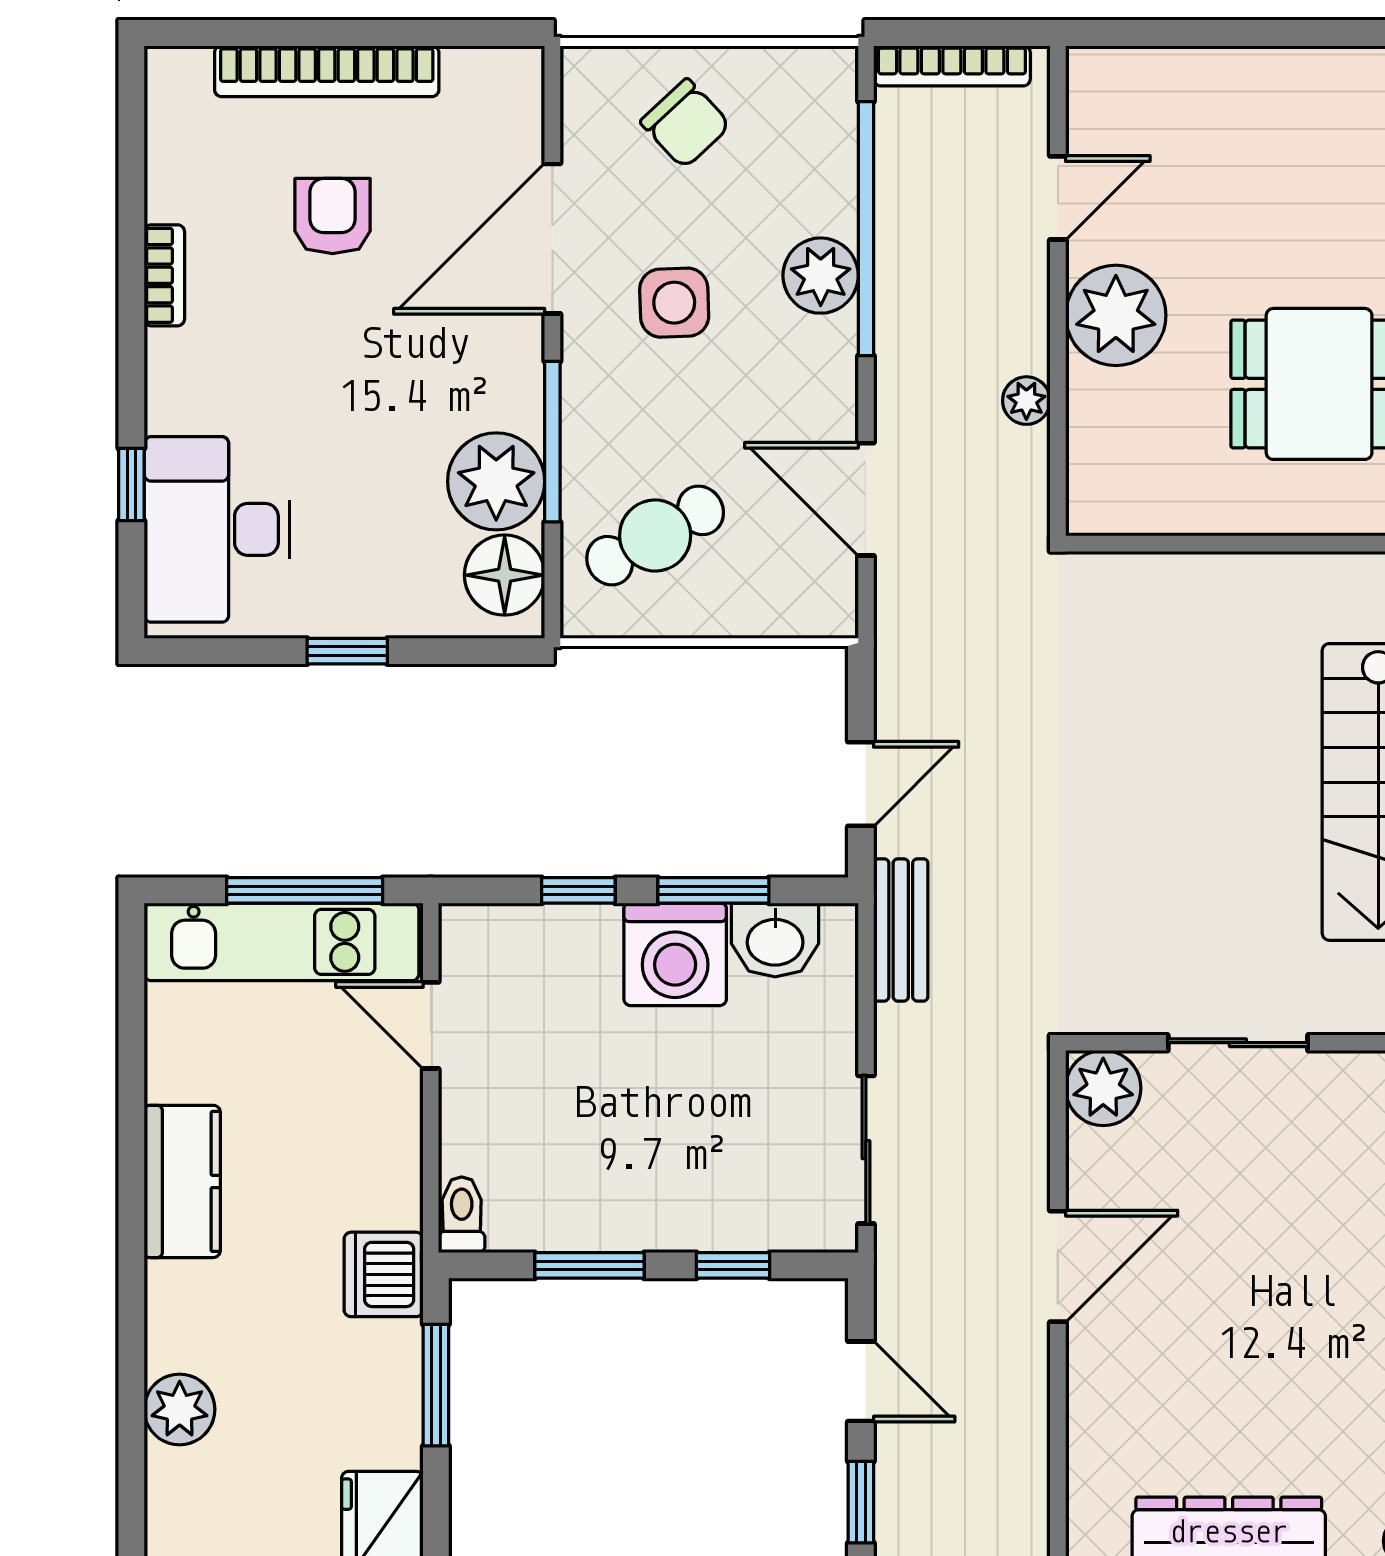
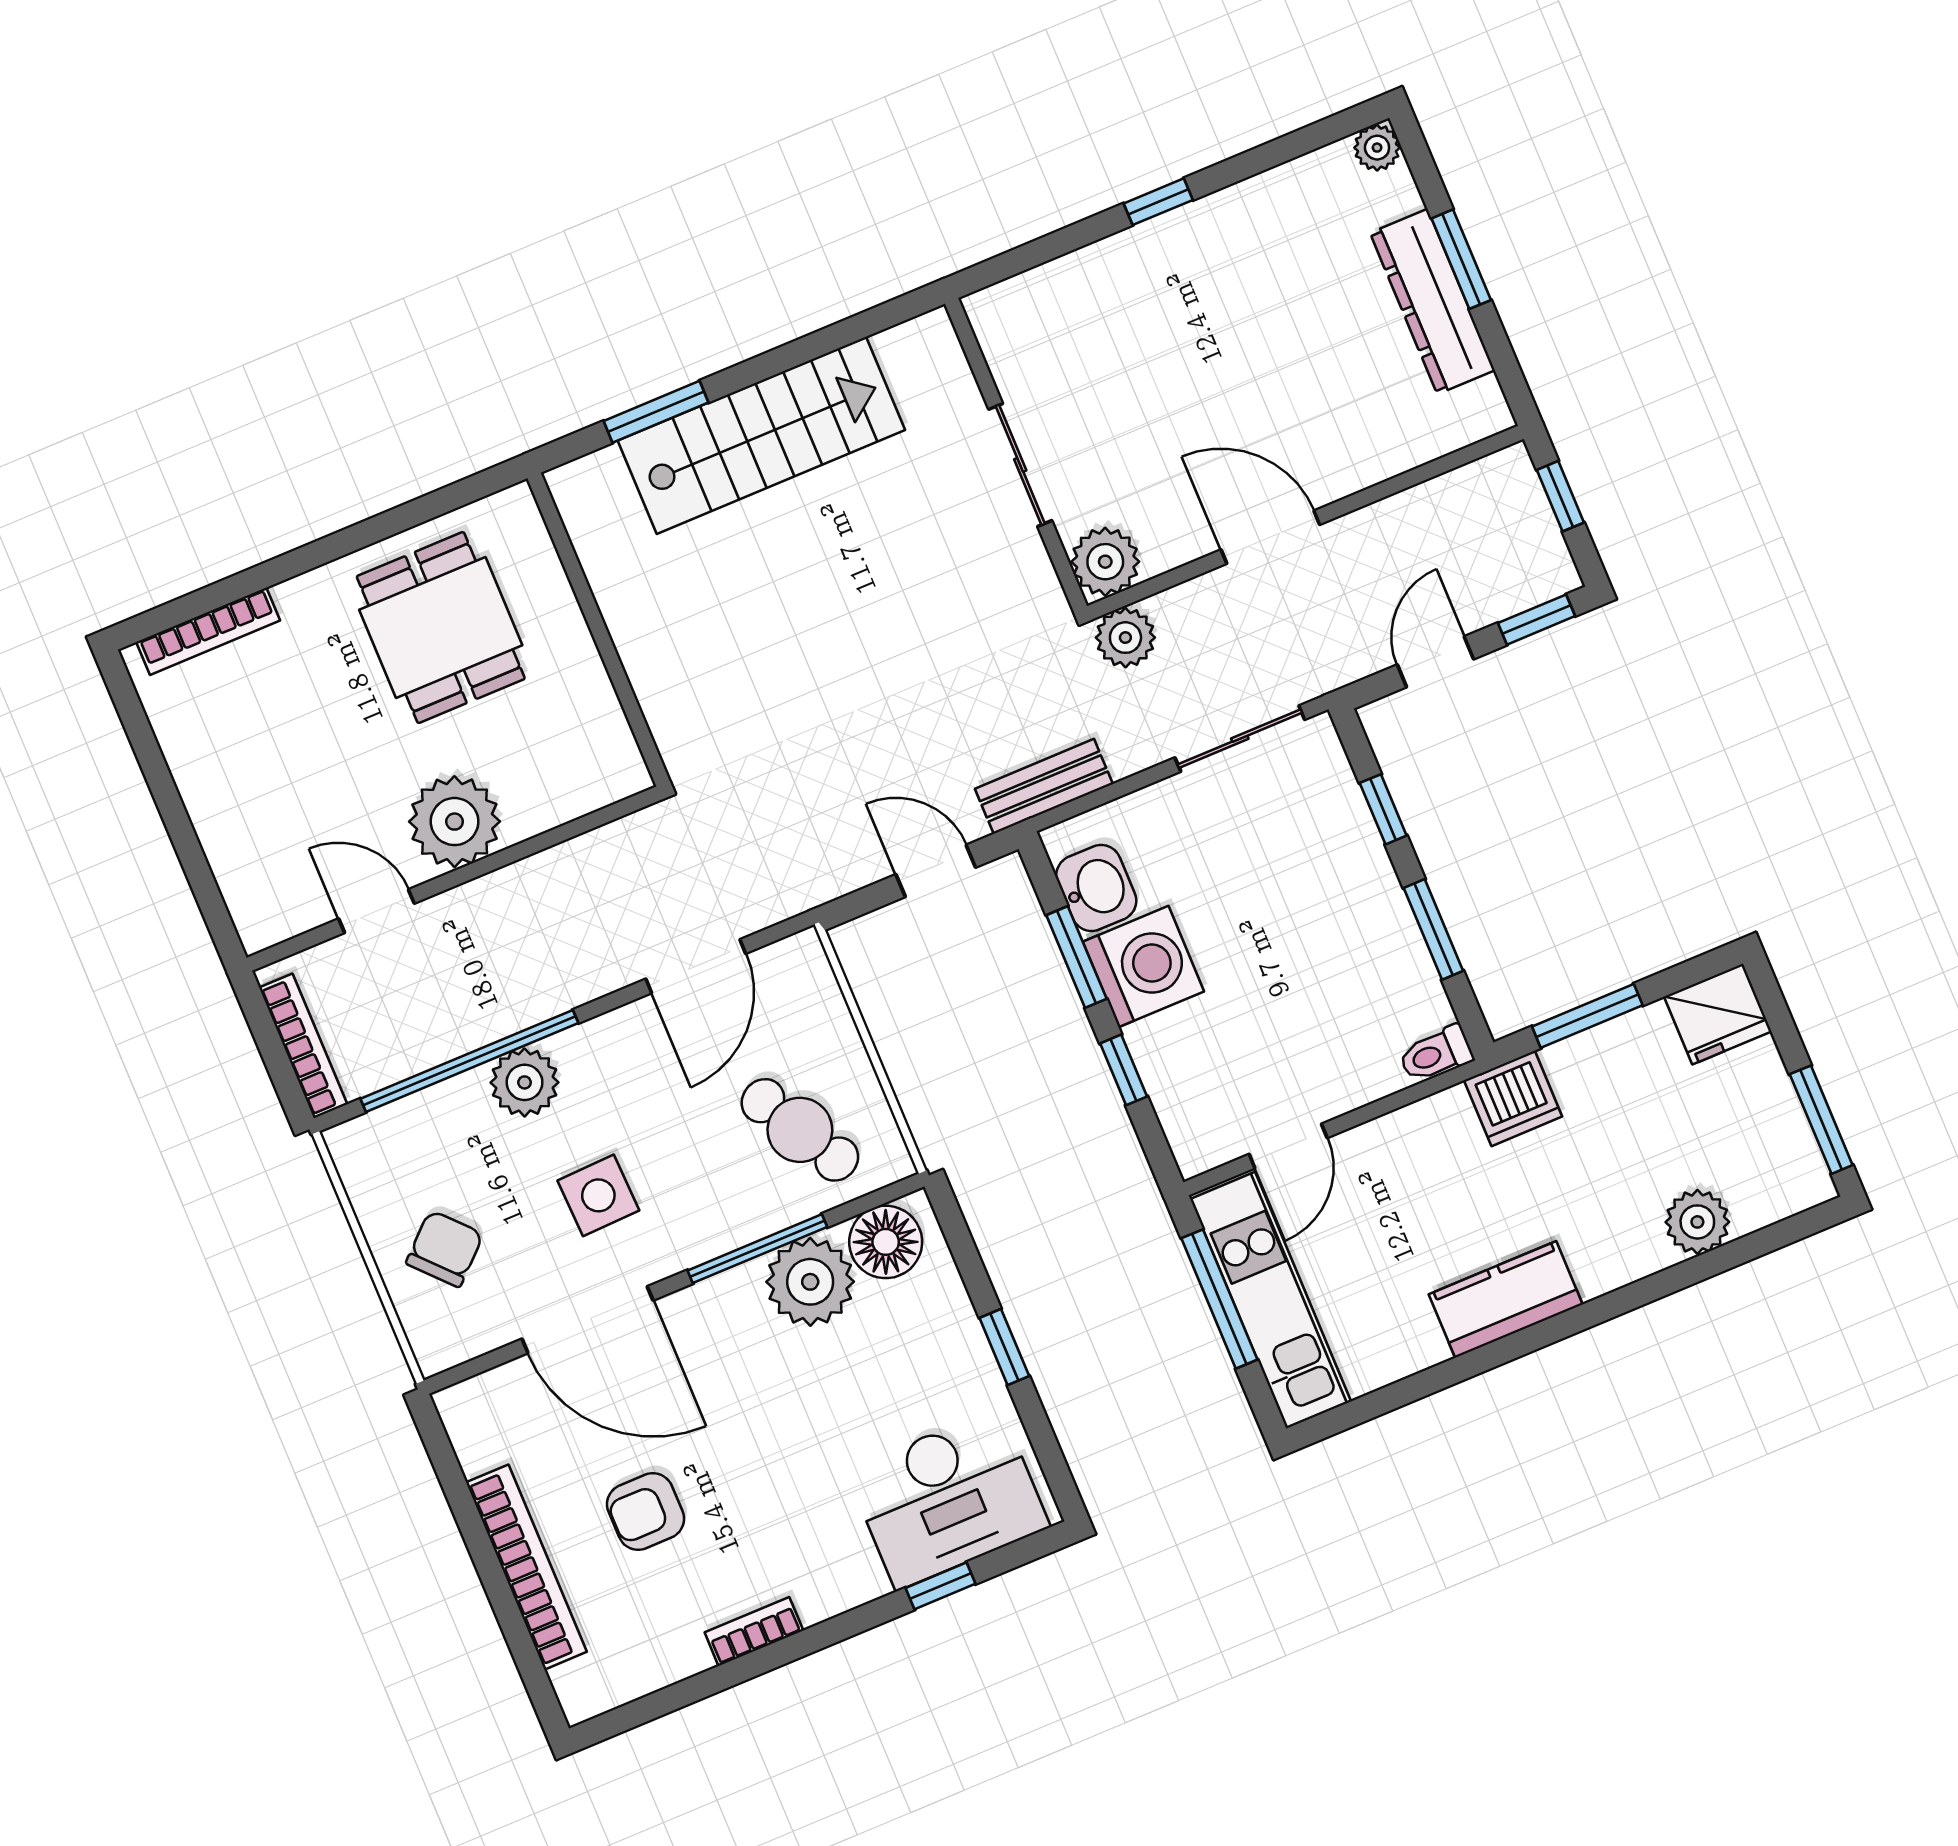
plant: (1026, 401) -> (1125, 638), moved, width x1.38, depth x1.38

